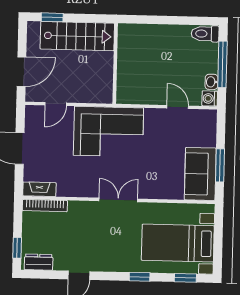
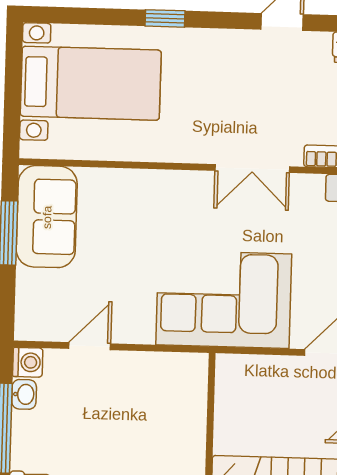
door: (178, 107) -> (90, 346), swing flipped
double door: (118, 200) -> (252, 169), moved
window: (185, 278) -> (77, 16), removed

